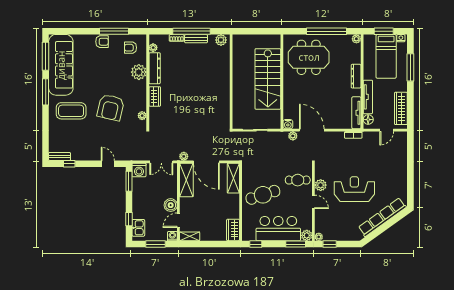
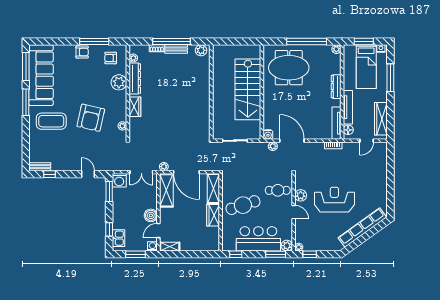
wardrobe: (233, 230) -> (213, 215), moved

